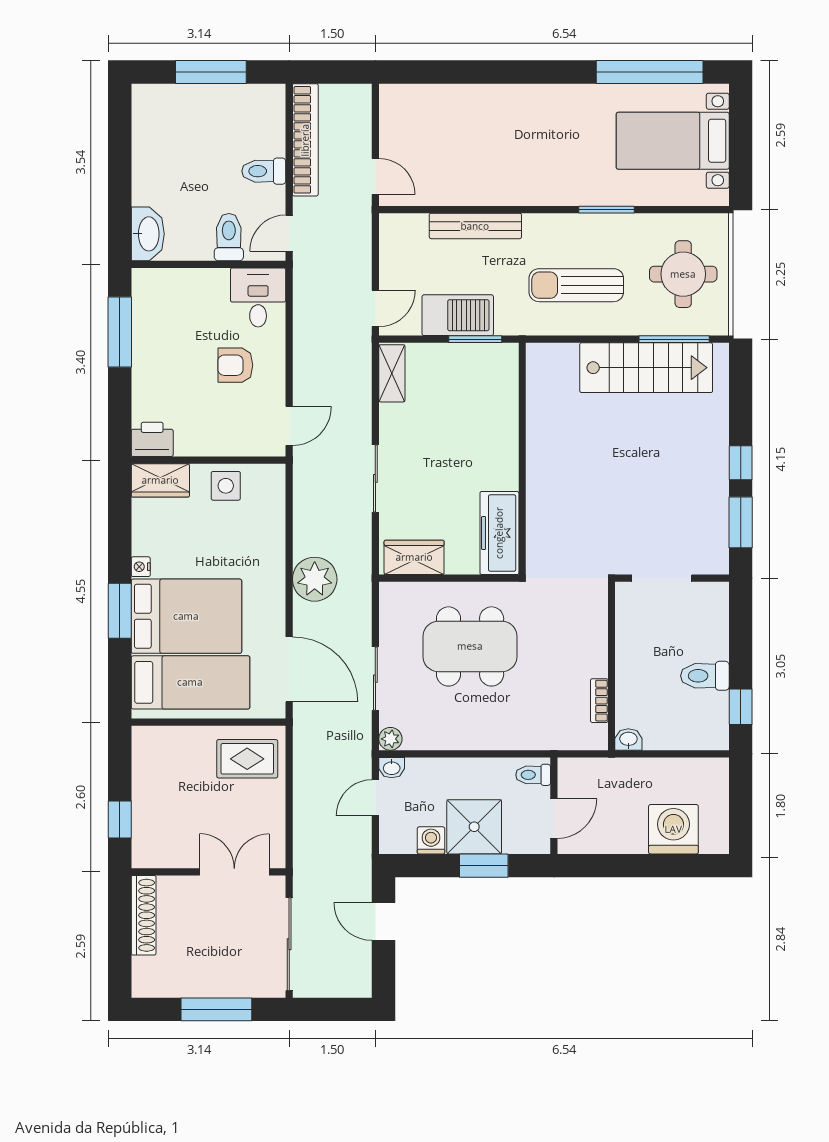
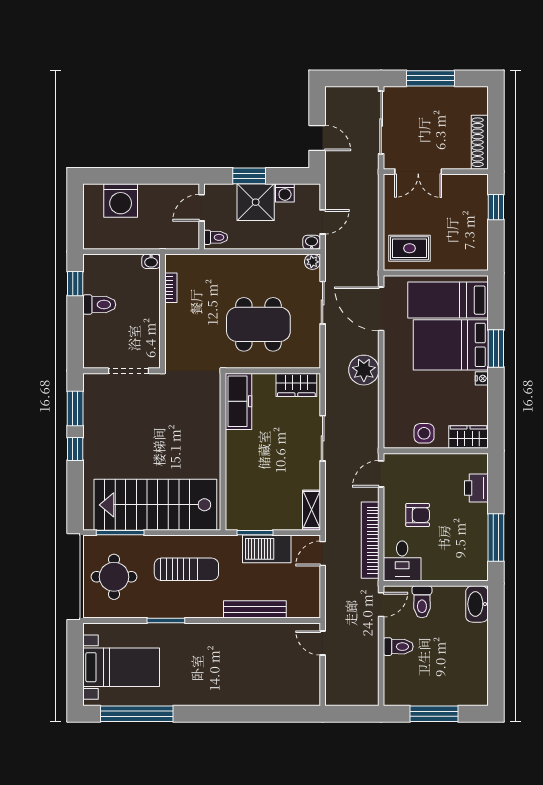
bookcase: (305, 140) -> (370, 540), moved
stairs: (646, 368) -> (155, 505), width x1.36, depth x1.51
printer: (152, 439) -> (476, 488), moved, turned 90

